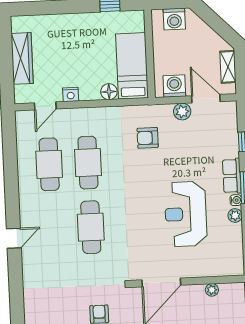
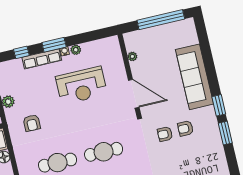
row of seats: (232, 176) -> (42, 59), width x1.48

